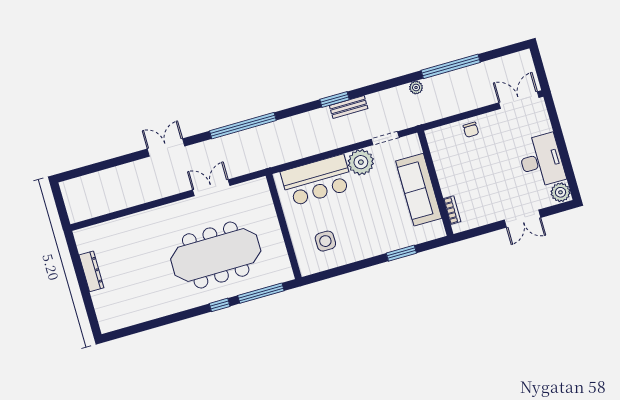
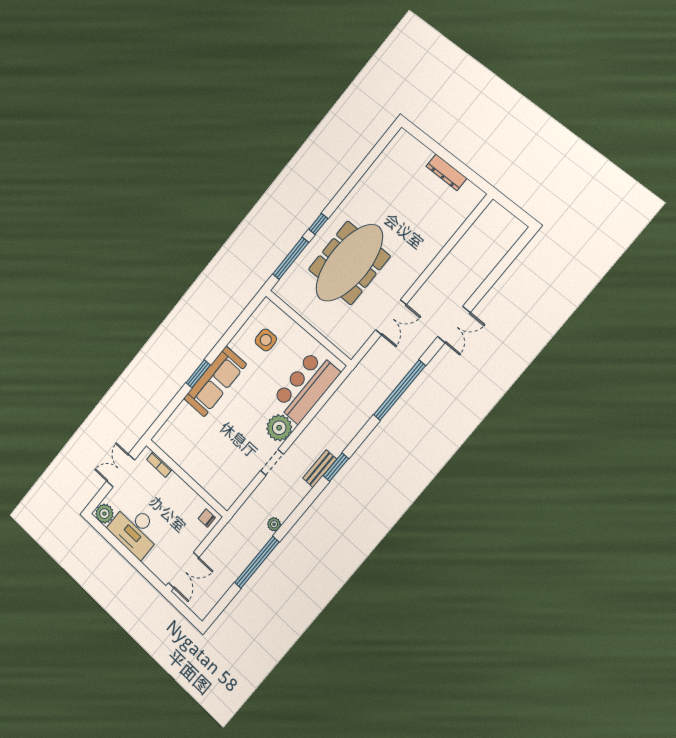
wall: (435, 183) -> (186, 478), moved
sofa: (419, 190) -> (215, 381), moved, turned 90
bookcase: (452, 210) -> (159, 464), moved

